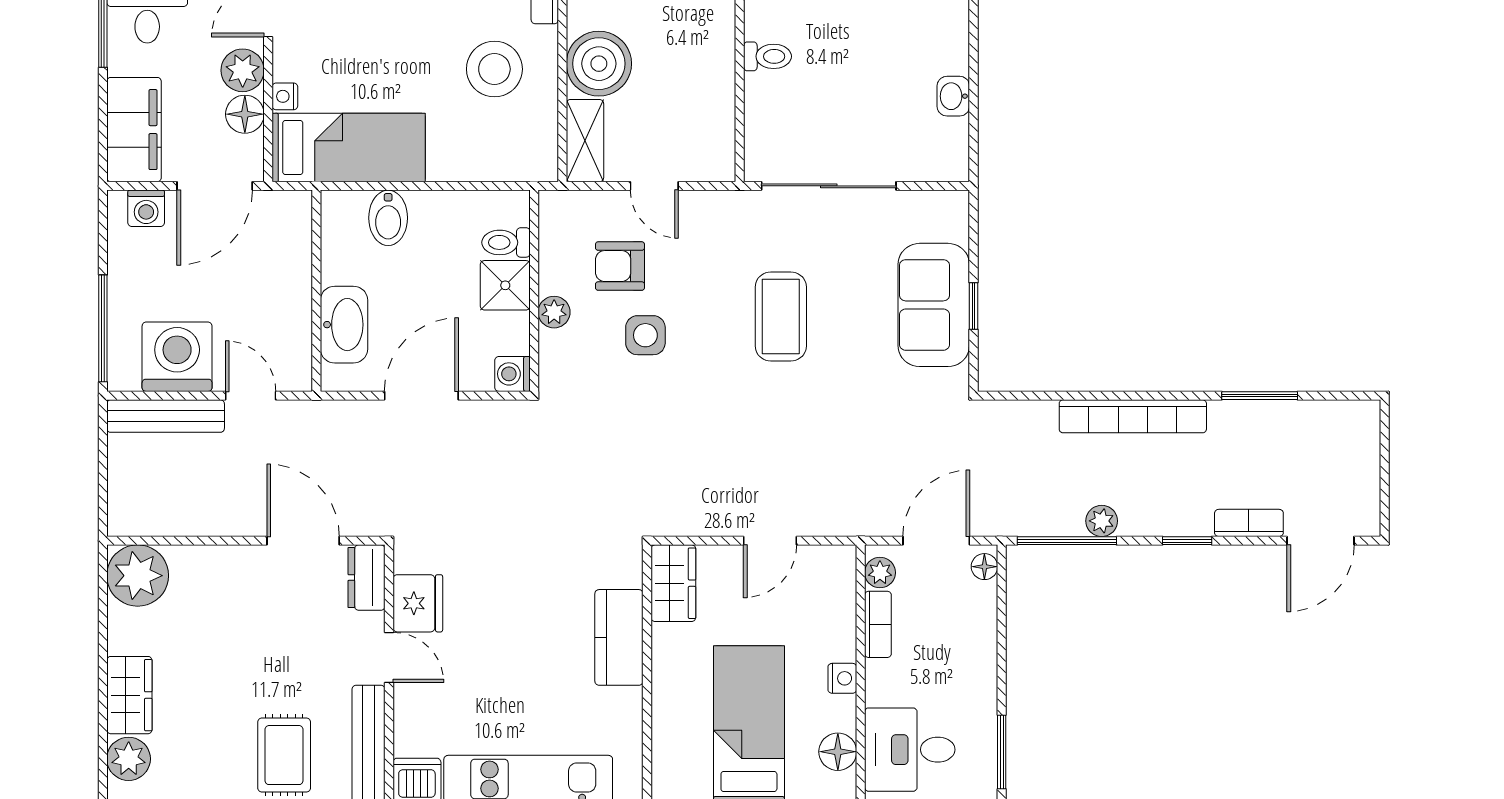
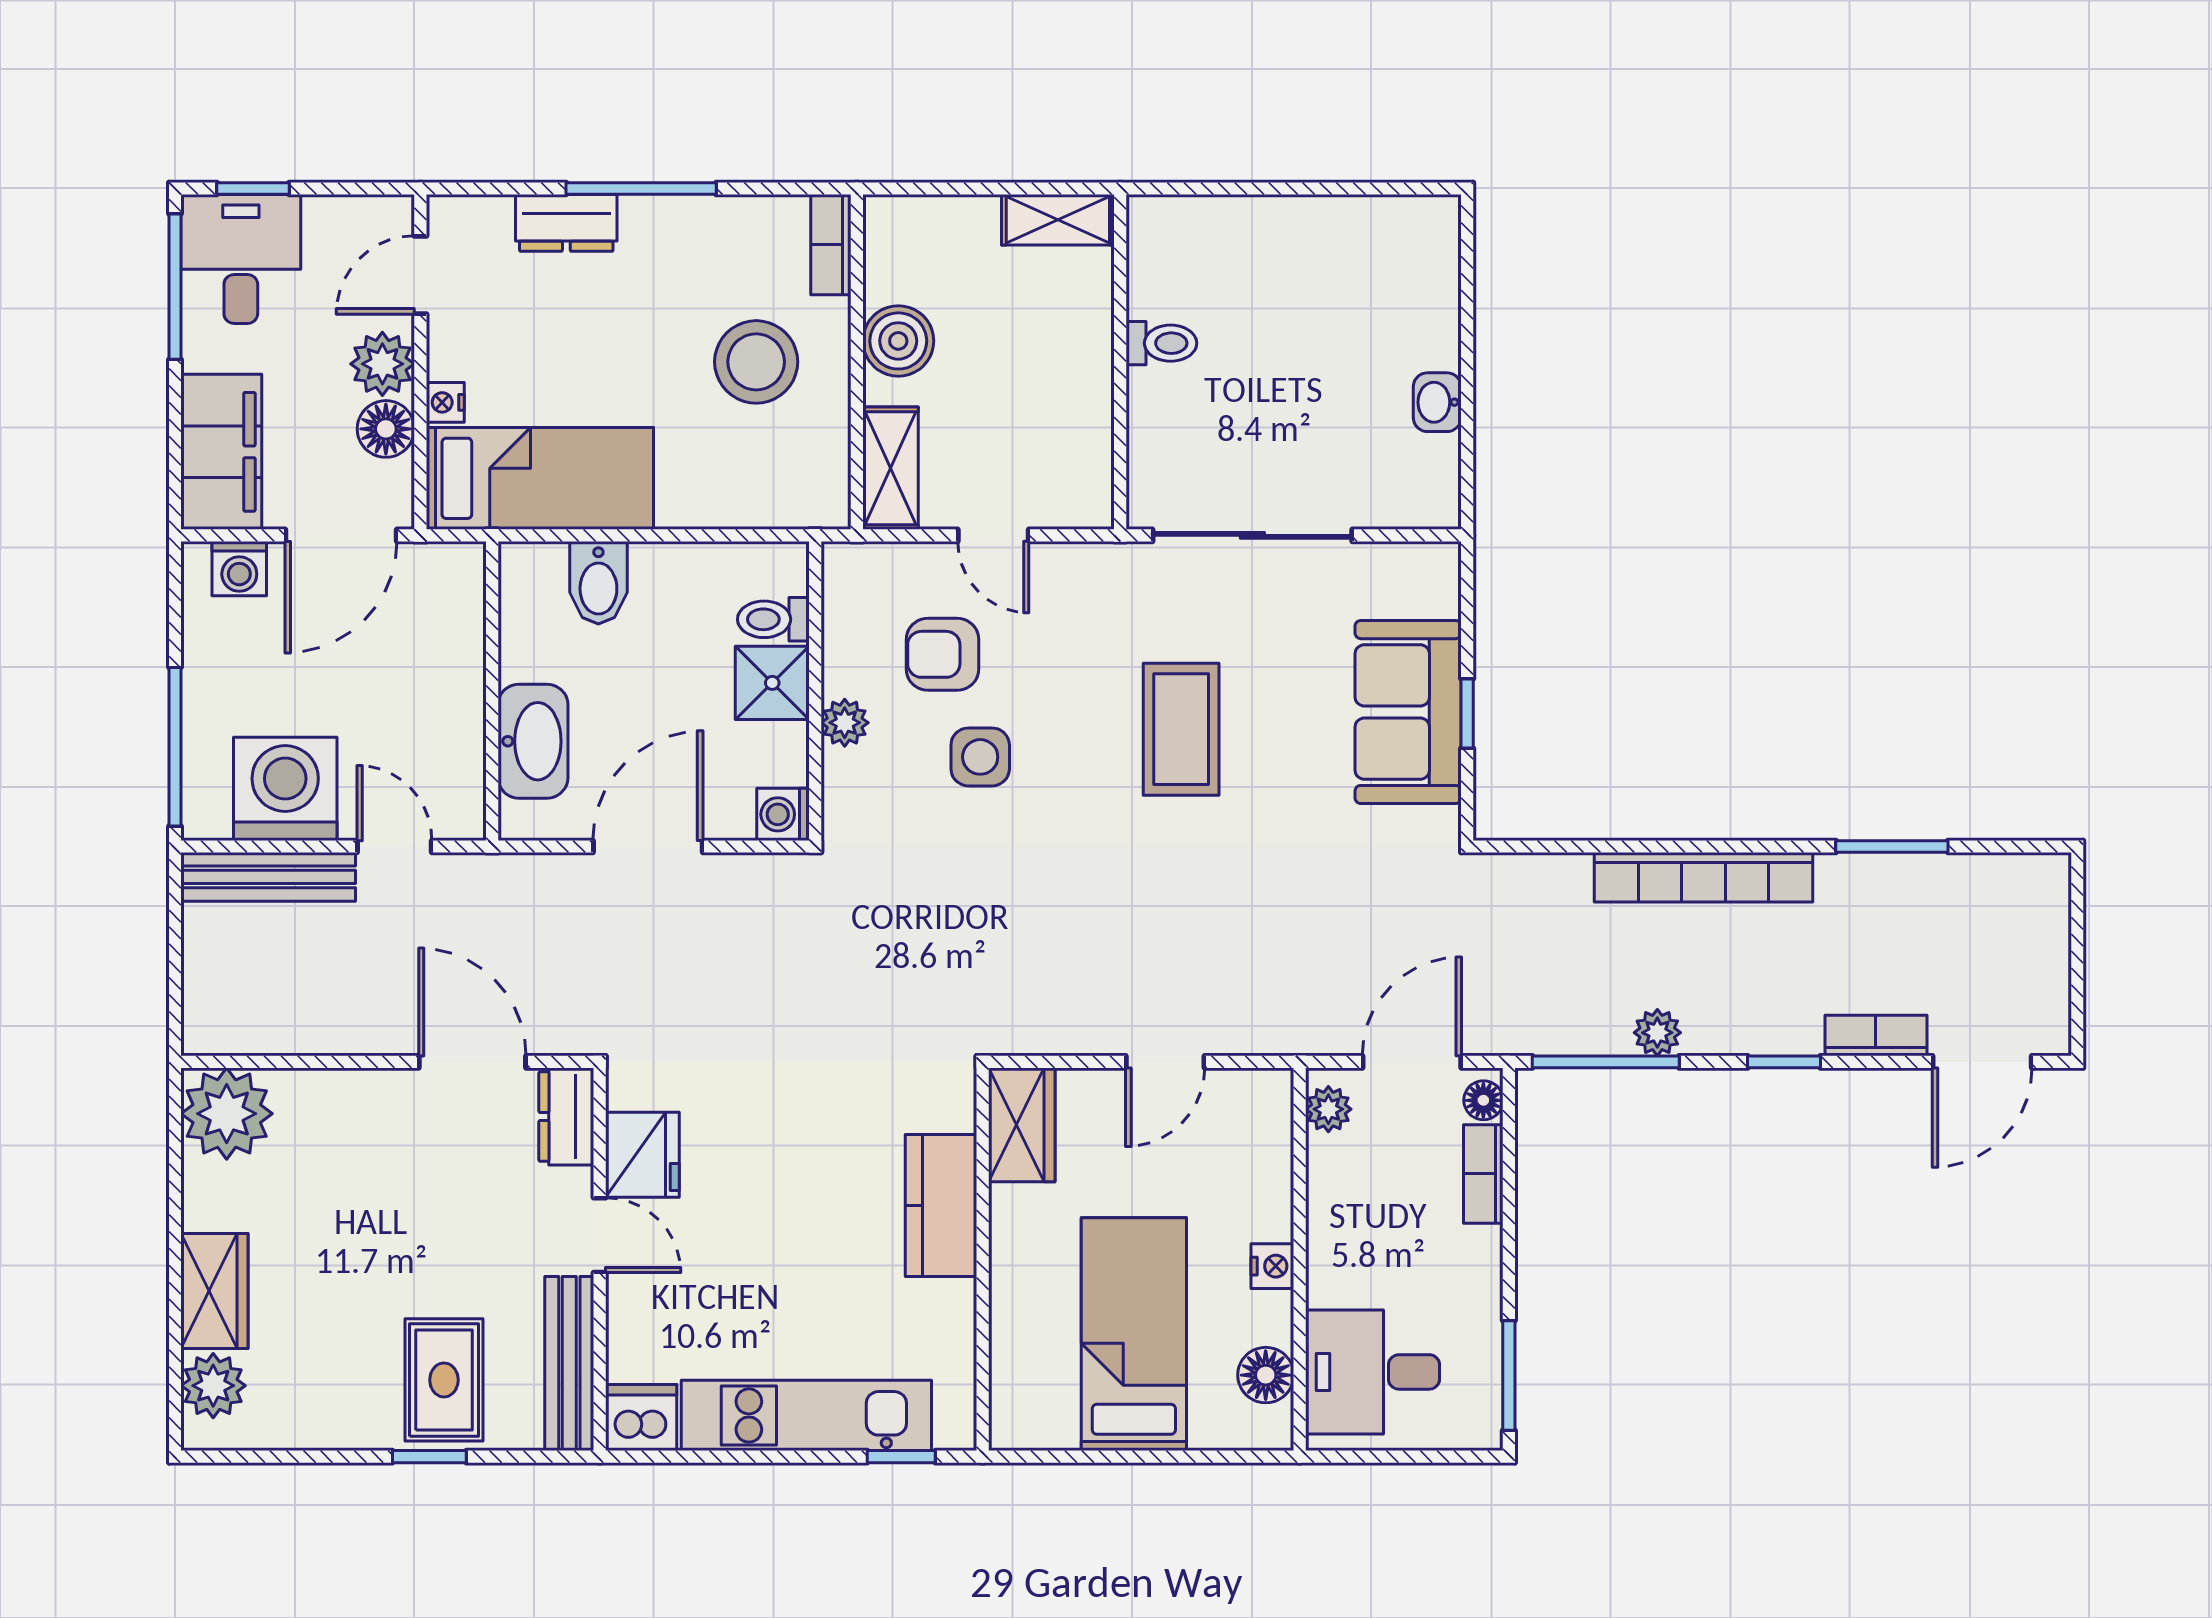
boiler: (599, 64) -> (898, 341), width x0.73, depth x0.73
bookcase: (878, 624) -> (1483, 1174), moved, turned 180

